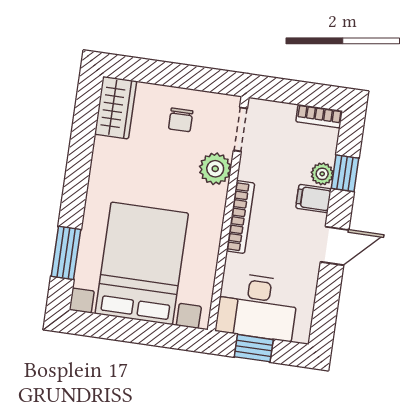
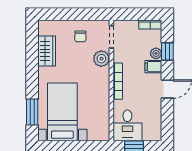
wardrobe: (116, 108) -> (47, 51), moved
bed with nightstands: (142, 263) -> (62, 112), width x0.73
desk: (257, 307) -> (127, 125), width x0.73

